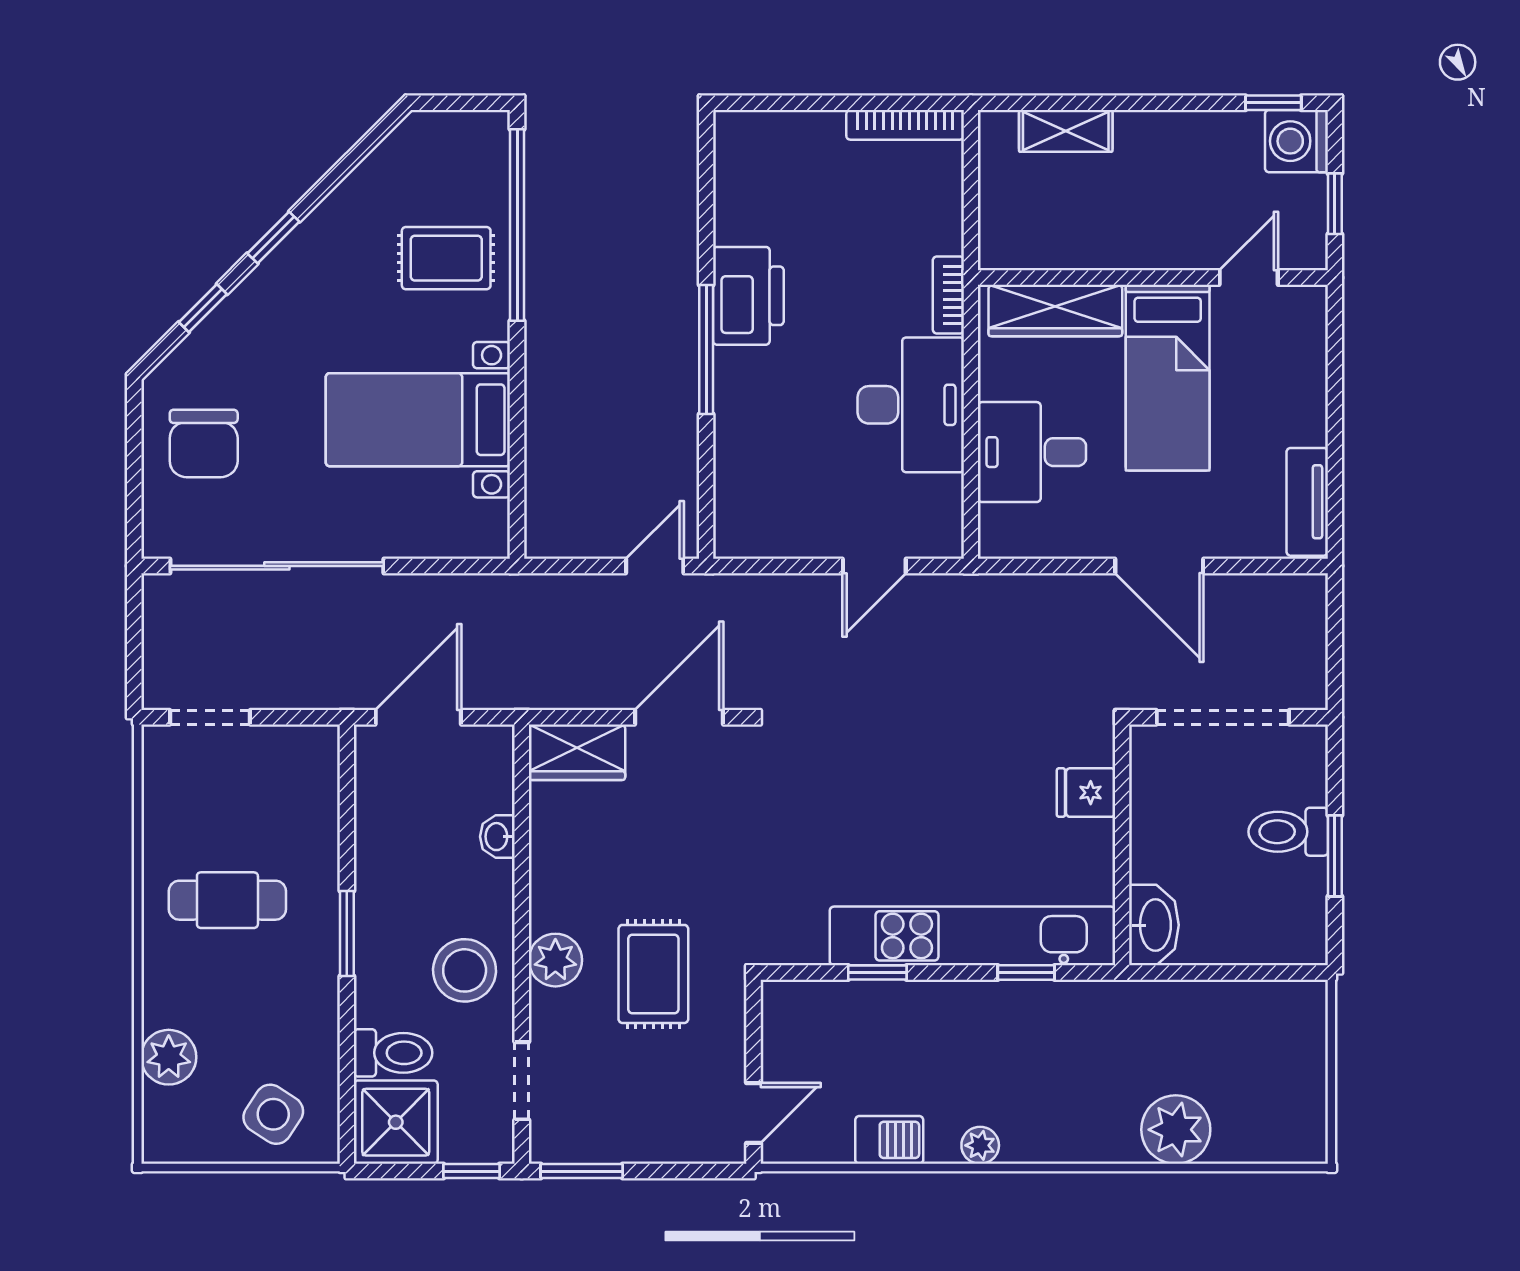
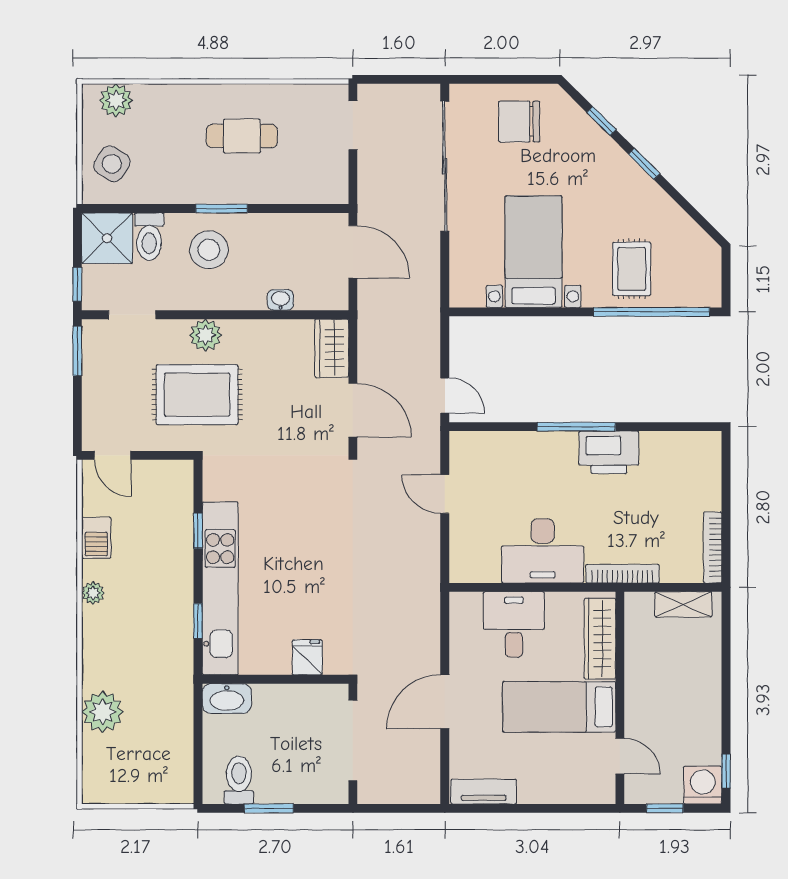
shelving: (1066, 131) -> (683, 604), moved, turned 90
bookcase: (948, 295) -> (623, 574), width x1.56
door: (874, 566) -> (445, 494), moved
toilet: (1288, 832) -> (239, 780), moved
cafe table: (227, 900) -> (242, 136), turned 90
stool: (465, 970) -> (209, 250), moved
rug: (653, 974) -> (197, 395), width x1.36, depth x1.43
plant: (169, 1057) -> (116, 100), moved

